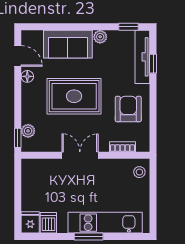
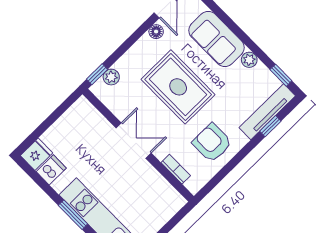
armchair: (128, 109) -> (212, 143), turned -90
stool: (139, 172) -> (169, 204), removed

